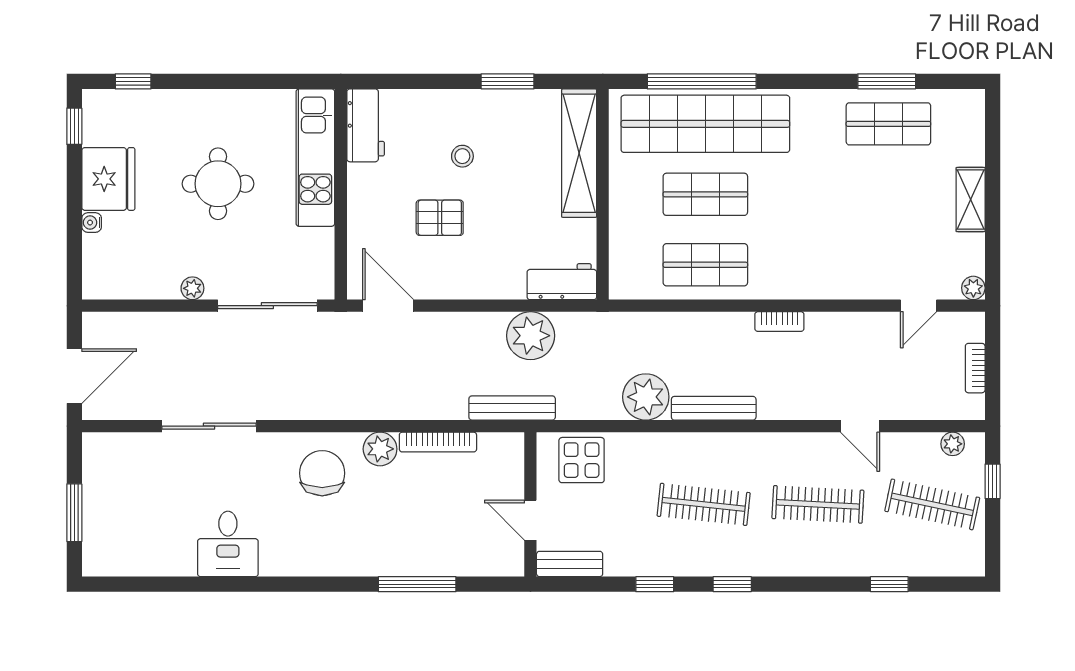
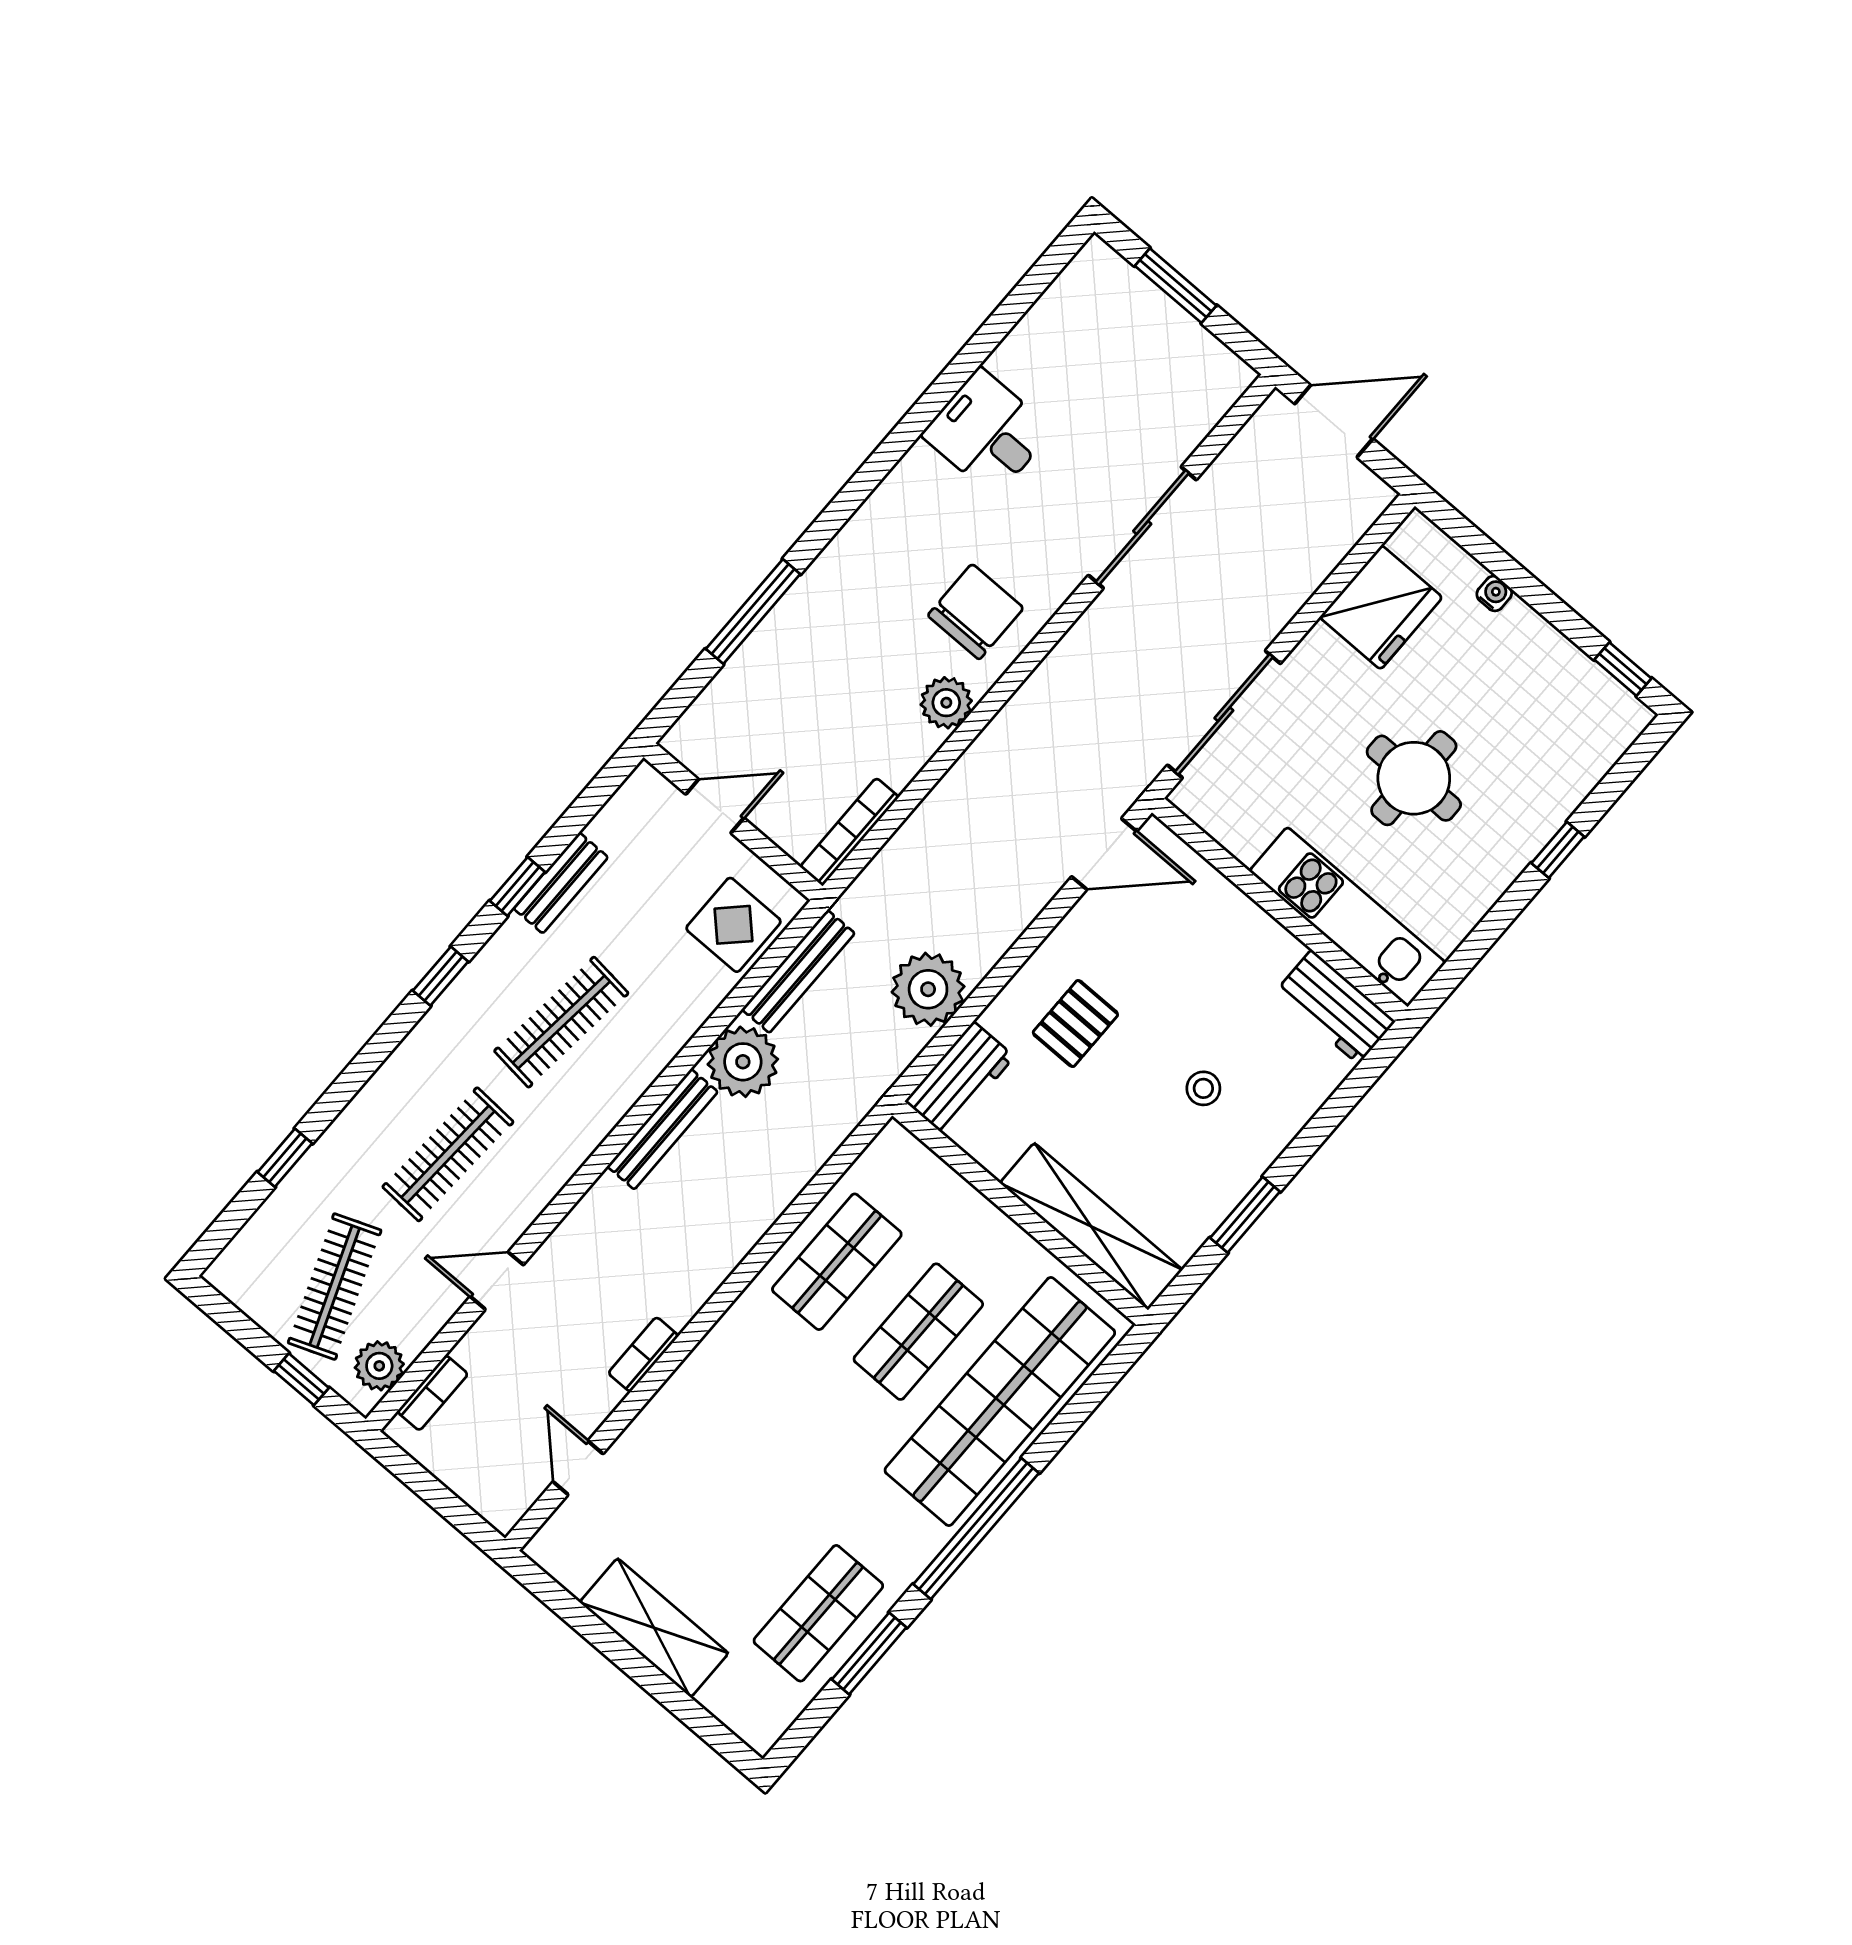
window: (133, 81) -> (1558, 850), moved
window: (702, 81) -> (976, 1529), moved
fridge: (108, 179) -> (1381, 607), moved, turned -90
shelving: (971, 200) -> (654, 1628), width x1.50, depth x1.33
pallet: (440, 218) -> (1075, 1024), moved
plant: (192, 288) -> (1318, 645), removed
plant: (973, 288) -> (544, 1549), removed
bookcase: (779, 322) -> (643, 1354), moved
bookcase: (975, 368) -> (433, 1393), moved, turned 90
door: (74, 376) -> (1334, 421), swing flipped
bench: (512, 408) -> (798, 971), moved
bookcase: (438, 442) -> (849, 832), moved
plant: (953, 444) -> (379, 1366), width x1.38, depth x1.38
chair: (322, 473) -> (976, 612), turned -90
clothes rail: (932, 504) -> (335, 1287), turned -33
bench: (570, 564) -> (561, 883), moved

